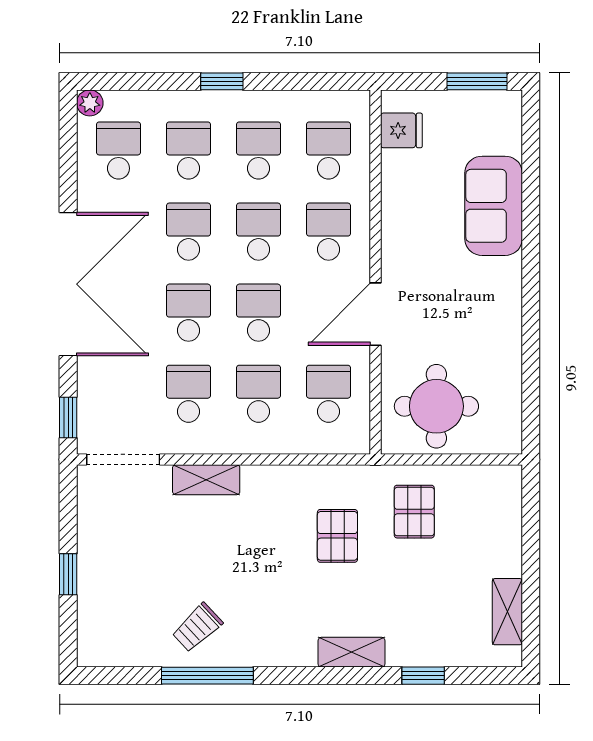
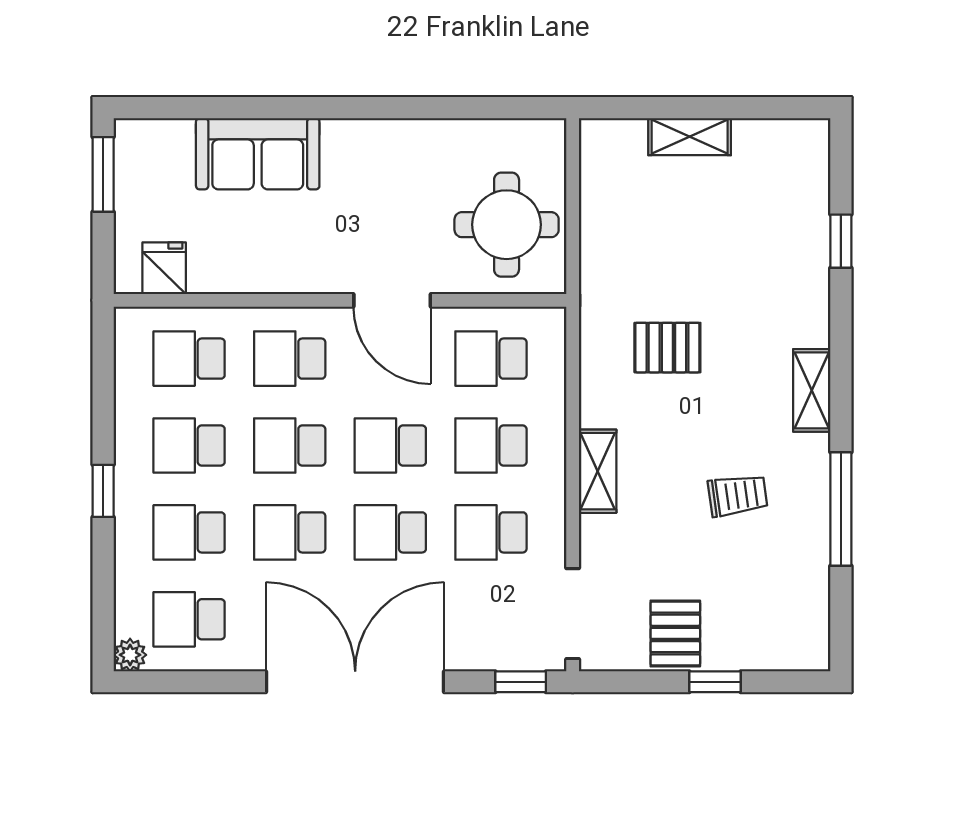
shelving: (206, 480) -> (598, 471), moved
pallet: (414, 512) -> (675, 633), moved, turned 90
shelving: (507, 612) -> (690, 137), moved
trolley: (197, 627) -> (738, 495), moved, turned -55
shelving: (351, 652) -> (812, 390), moved

